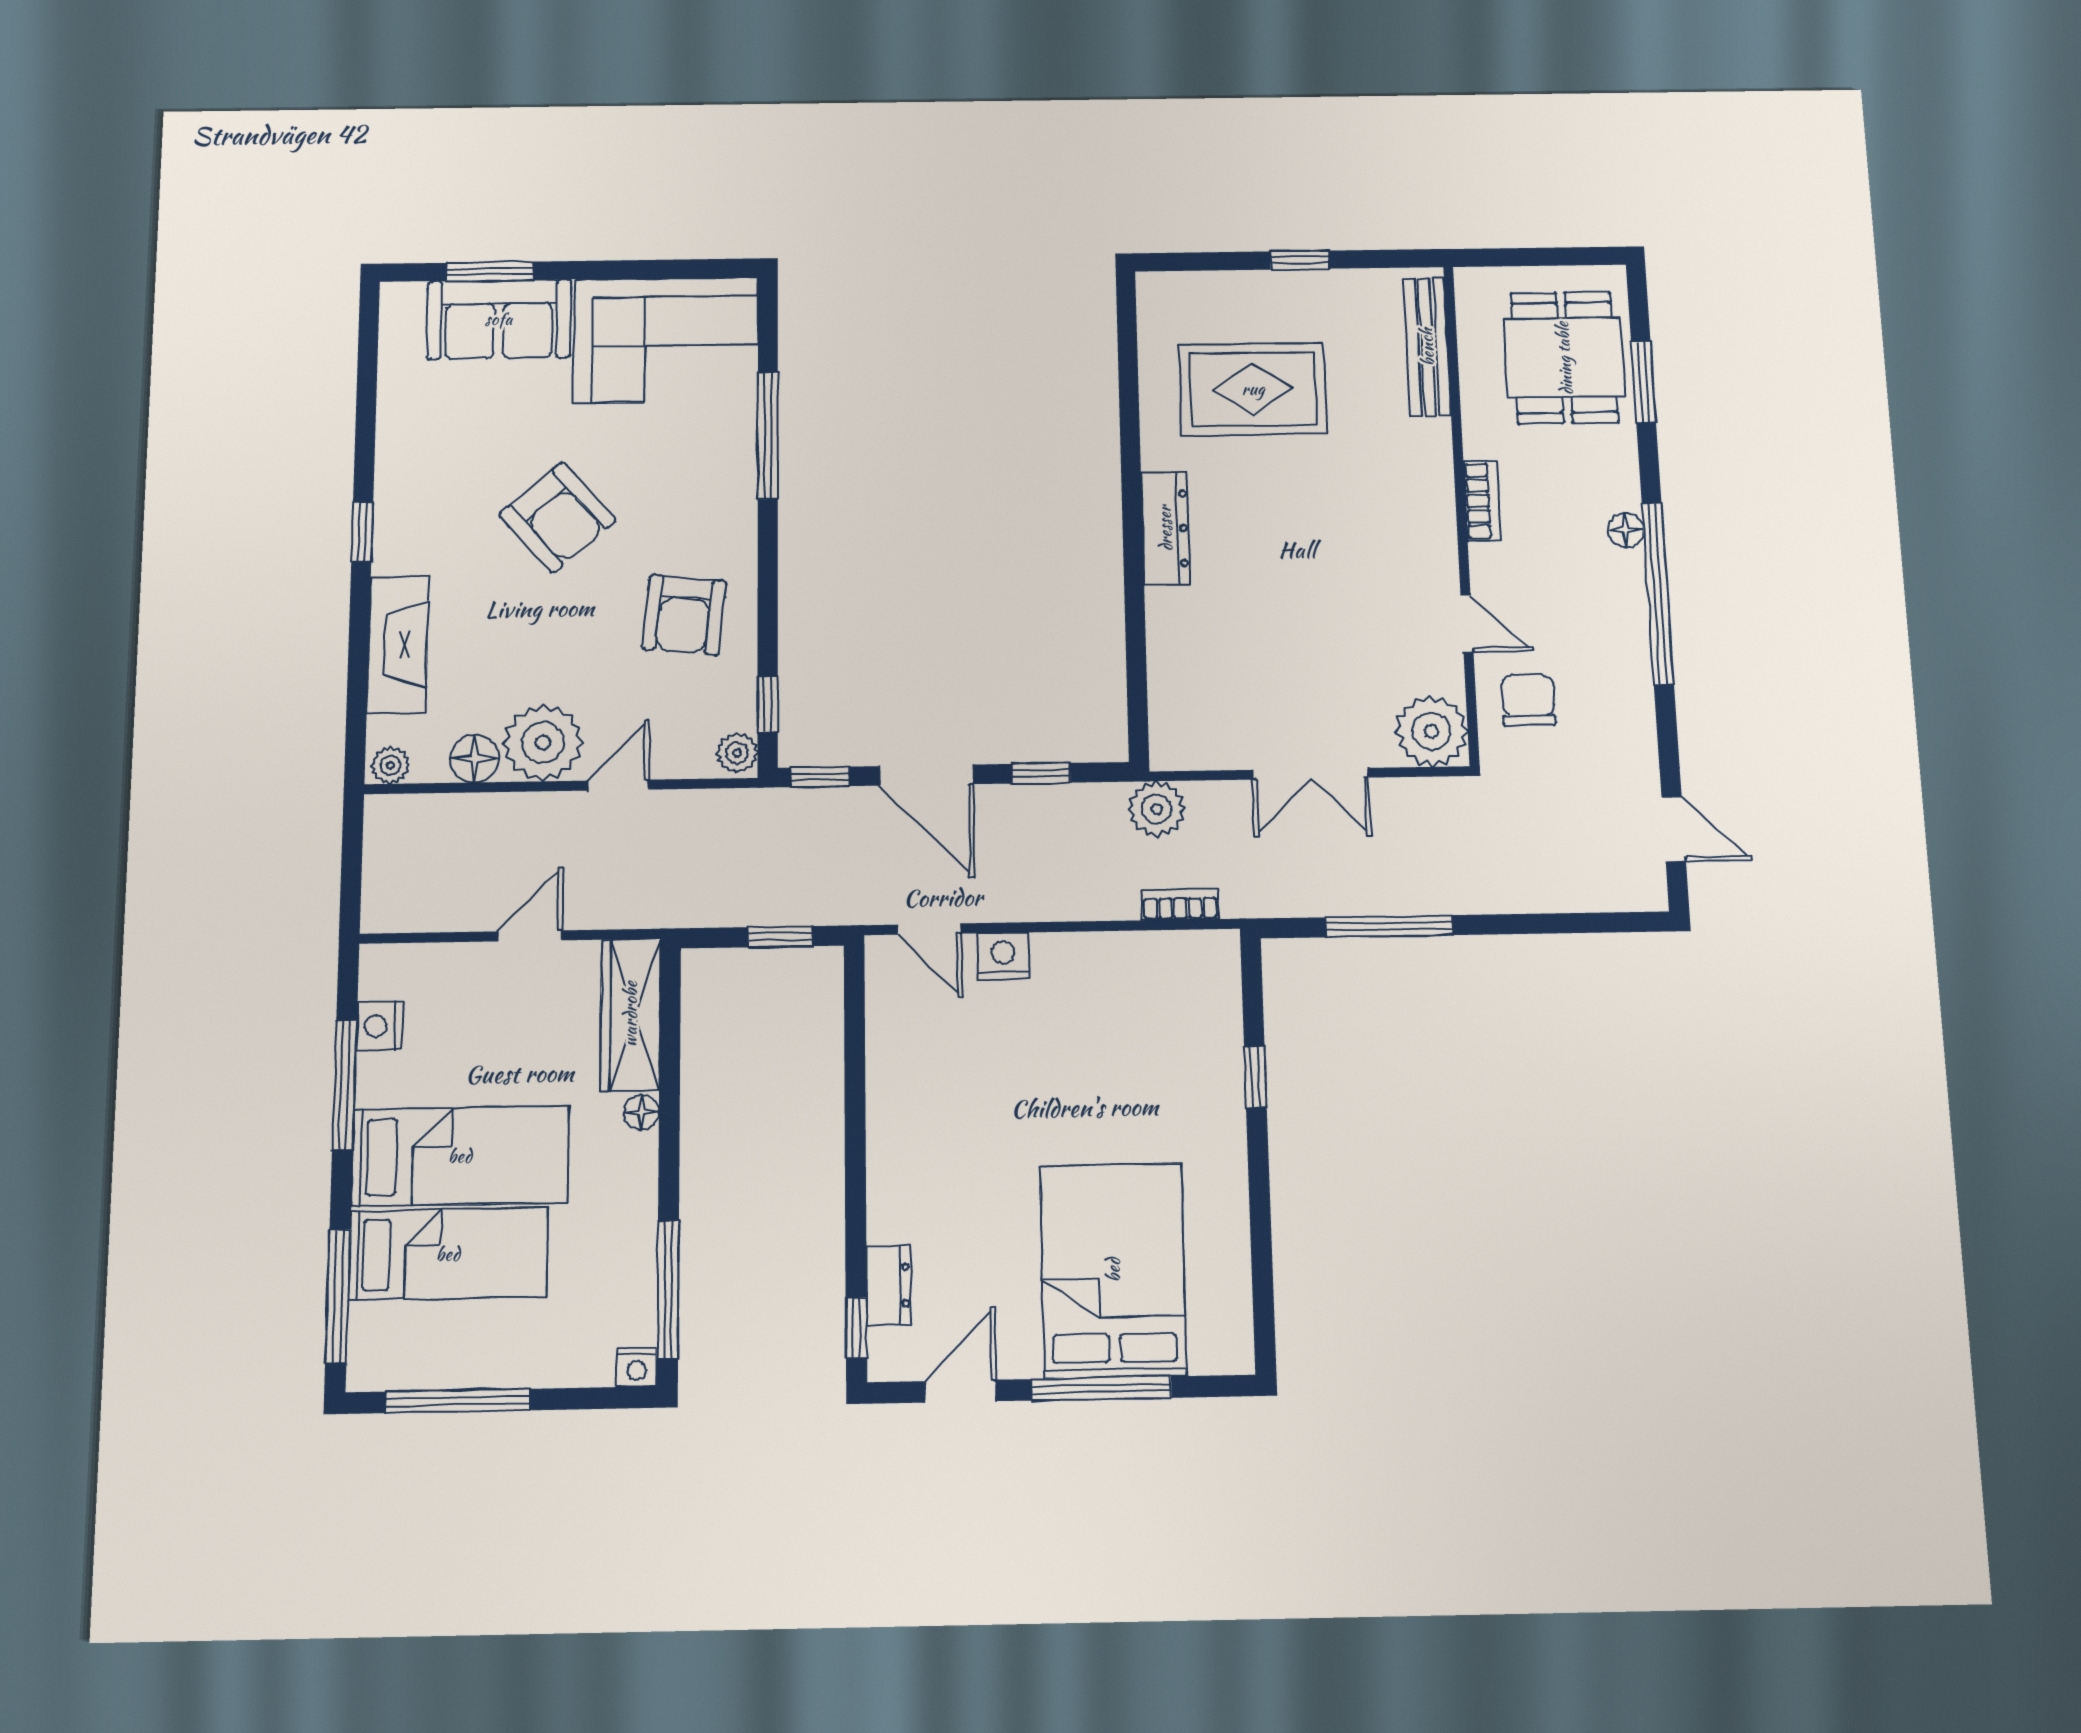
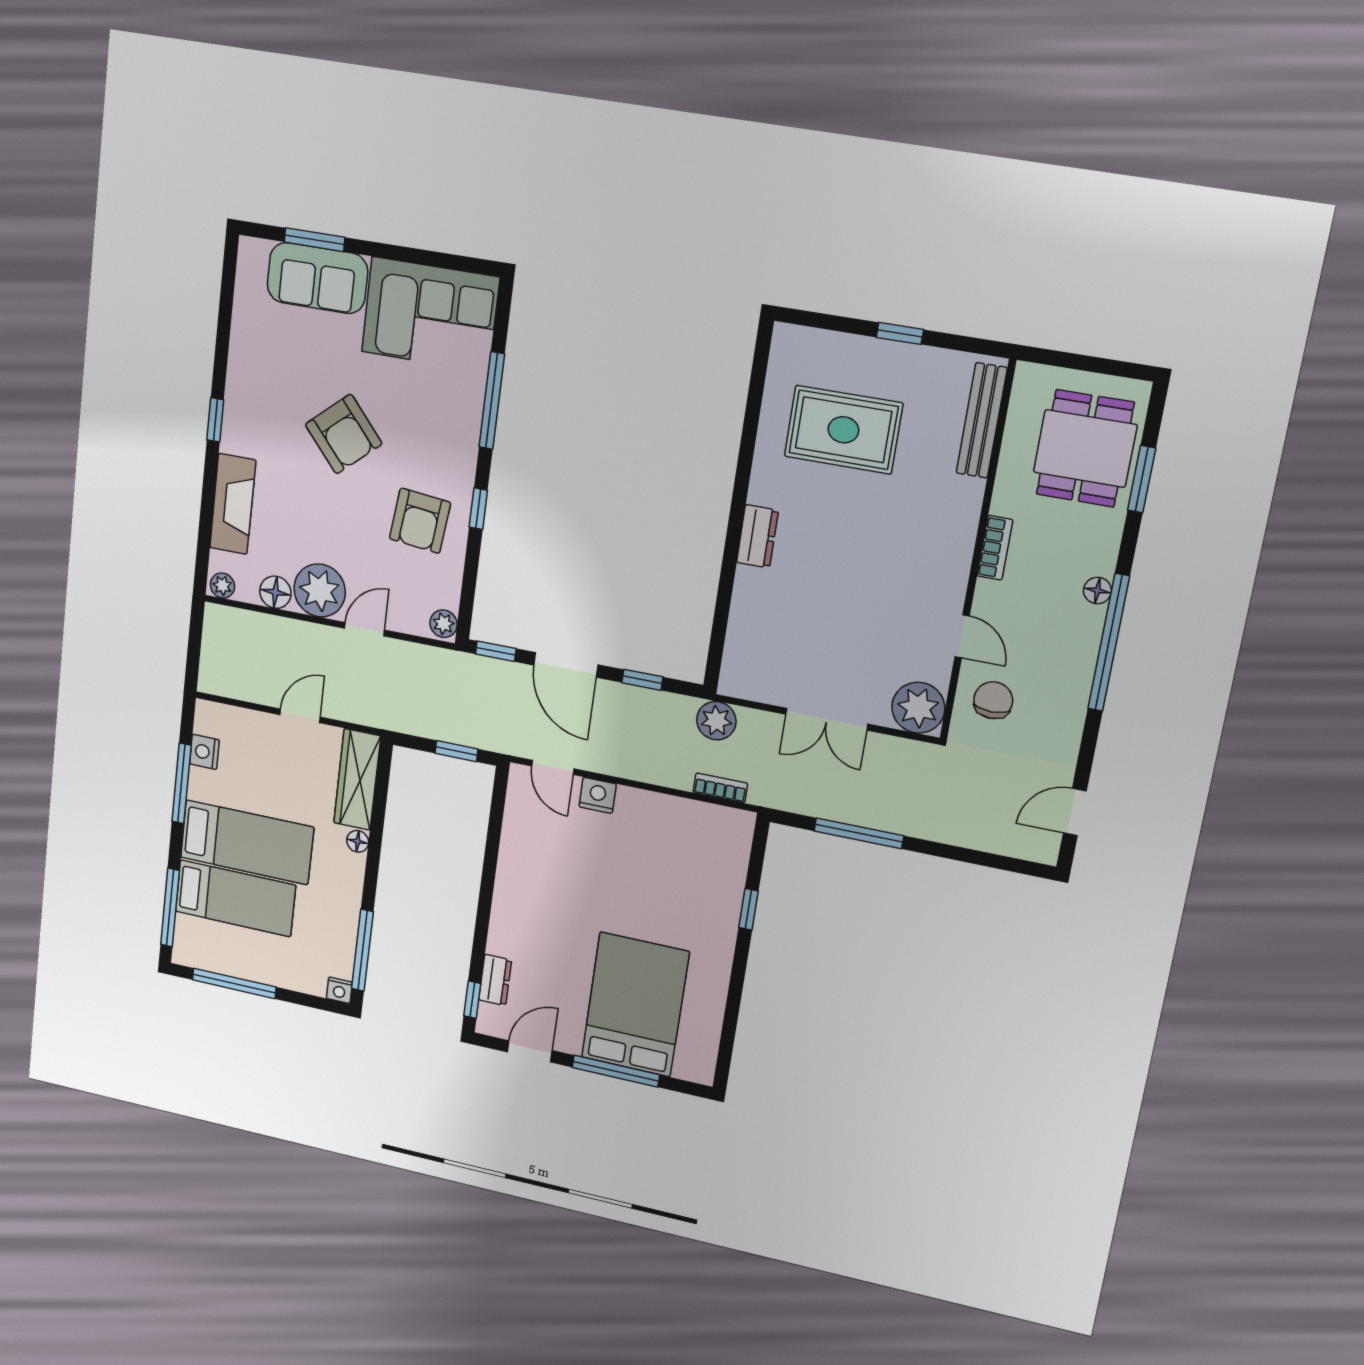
dresser: (1165, 528) -> (757, 536), width x0.70
window: (768, 704) -> (478, 509), moved
door: (1674, 829) -> (1075, 812), swing flipped

